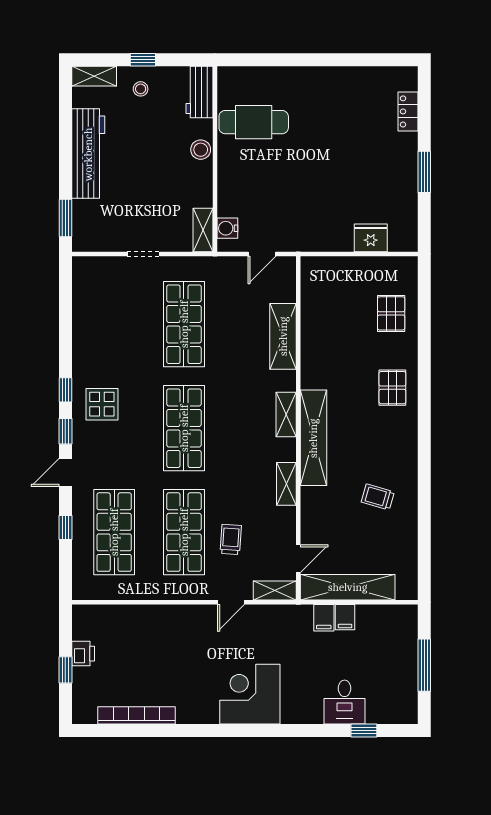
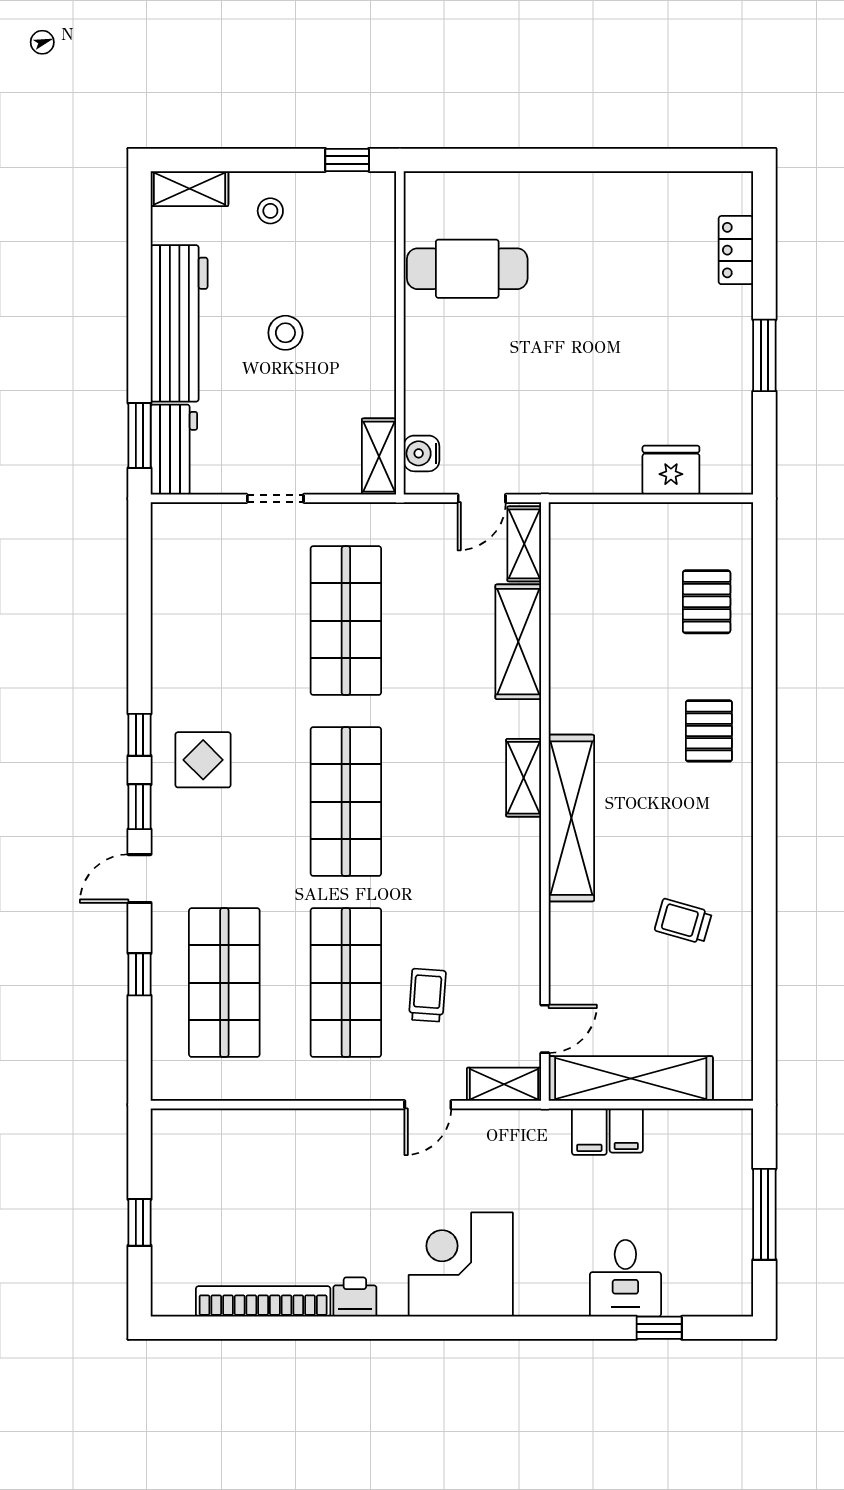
window: (143, 60) -> (347, 160), moved
workbench: (199, 92) -> (174, 450), moved, turned 180
stool: (201, 150) -> (285, 333), moved
shelving: (286, 484) -> (524, 544), moved
printer: (83, 654) -> (355, 1297), moved, turned -90

